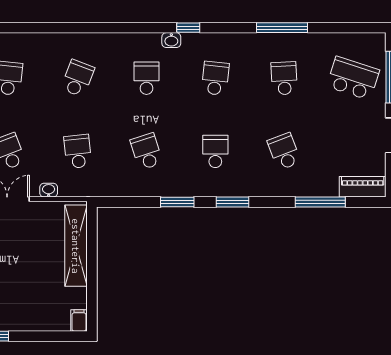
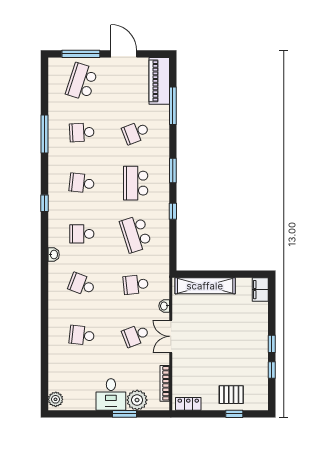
washbasin: (171, 40) -> (54, 255), moved
school desk: (146, 151) -> (136, 234), width x1.85
school desk: (215, 151) -> (136, 183), width x1.85
piano: (363, 187) -> (159, 81), width x1.37, depth x1.33
window: (177, 202) -> (173, 211), width x0.67
filing cabinet: (79, 320) -> (260, 290), width x2.00

